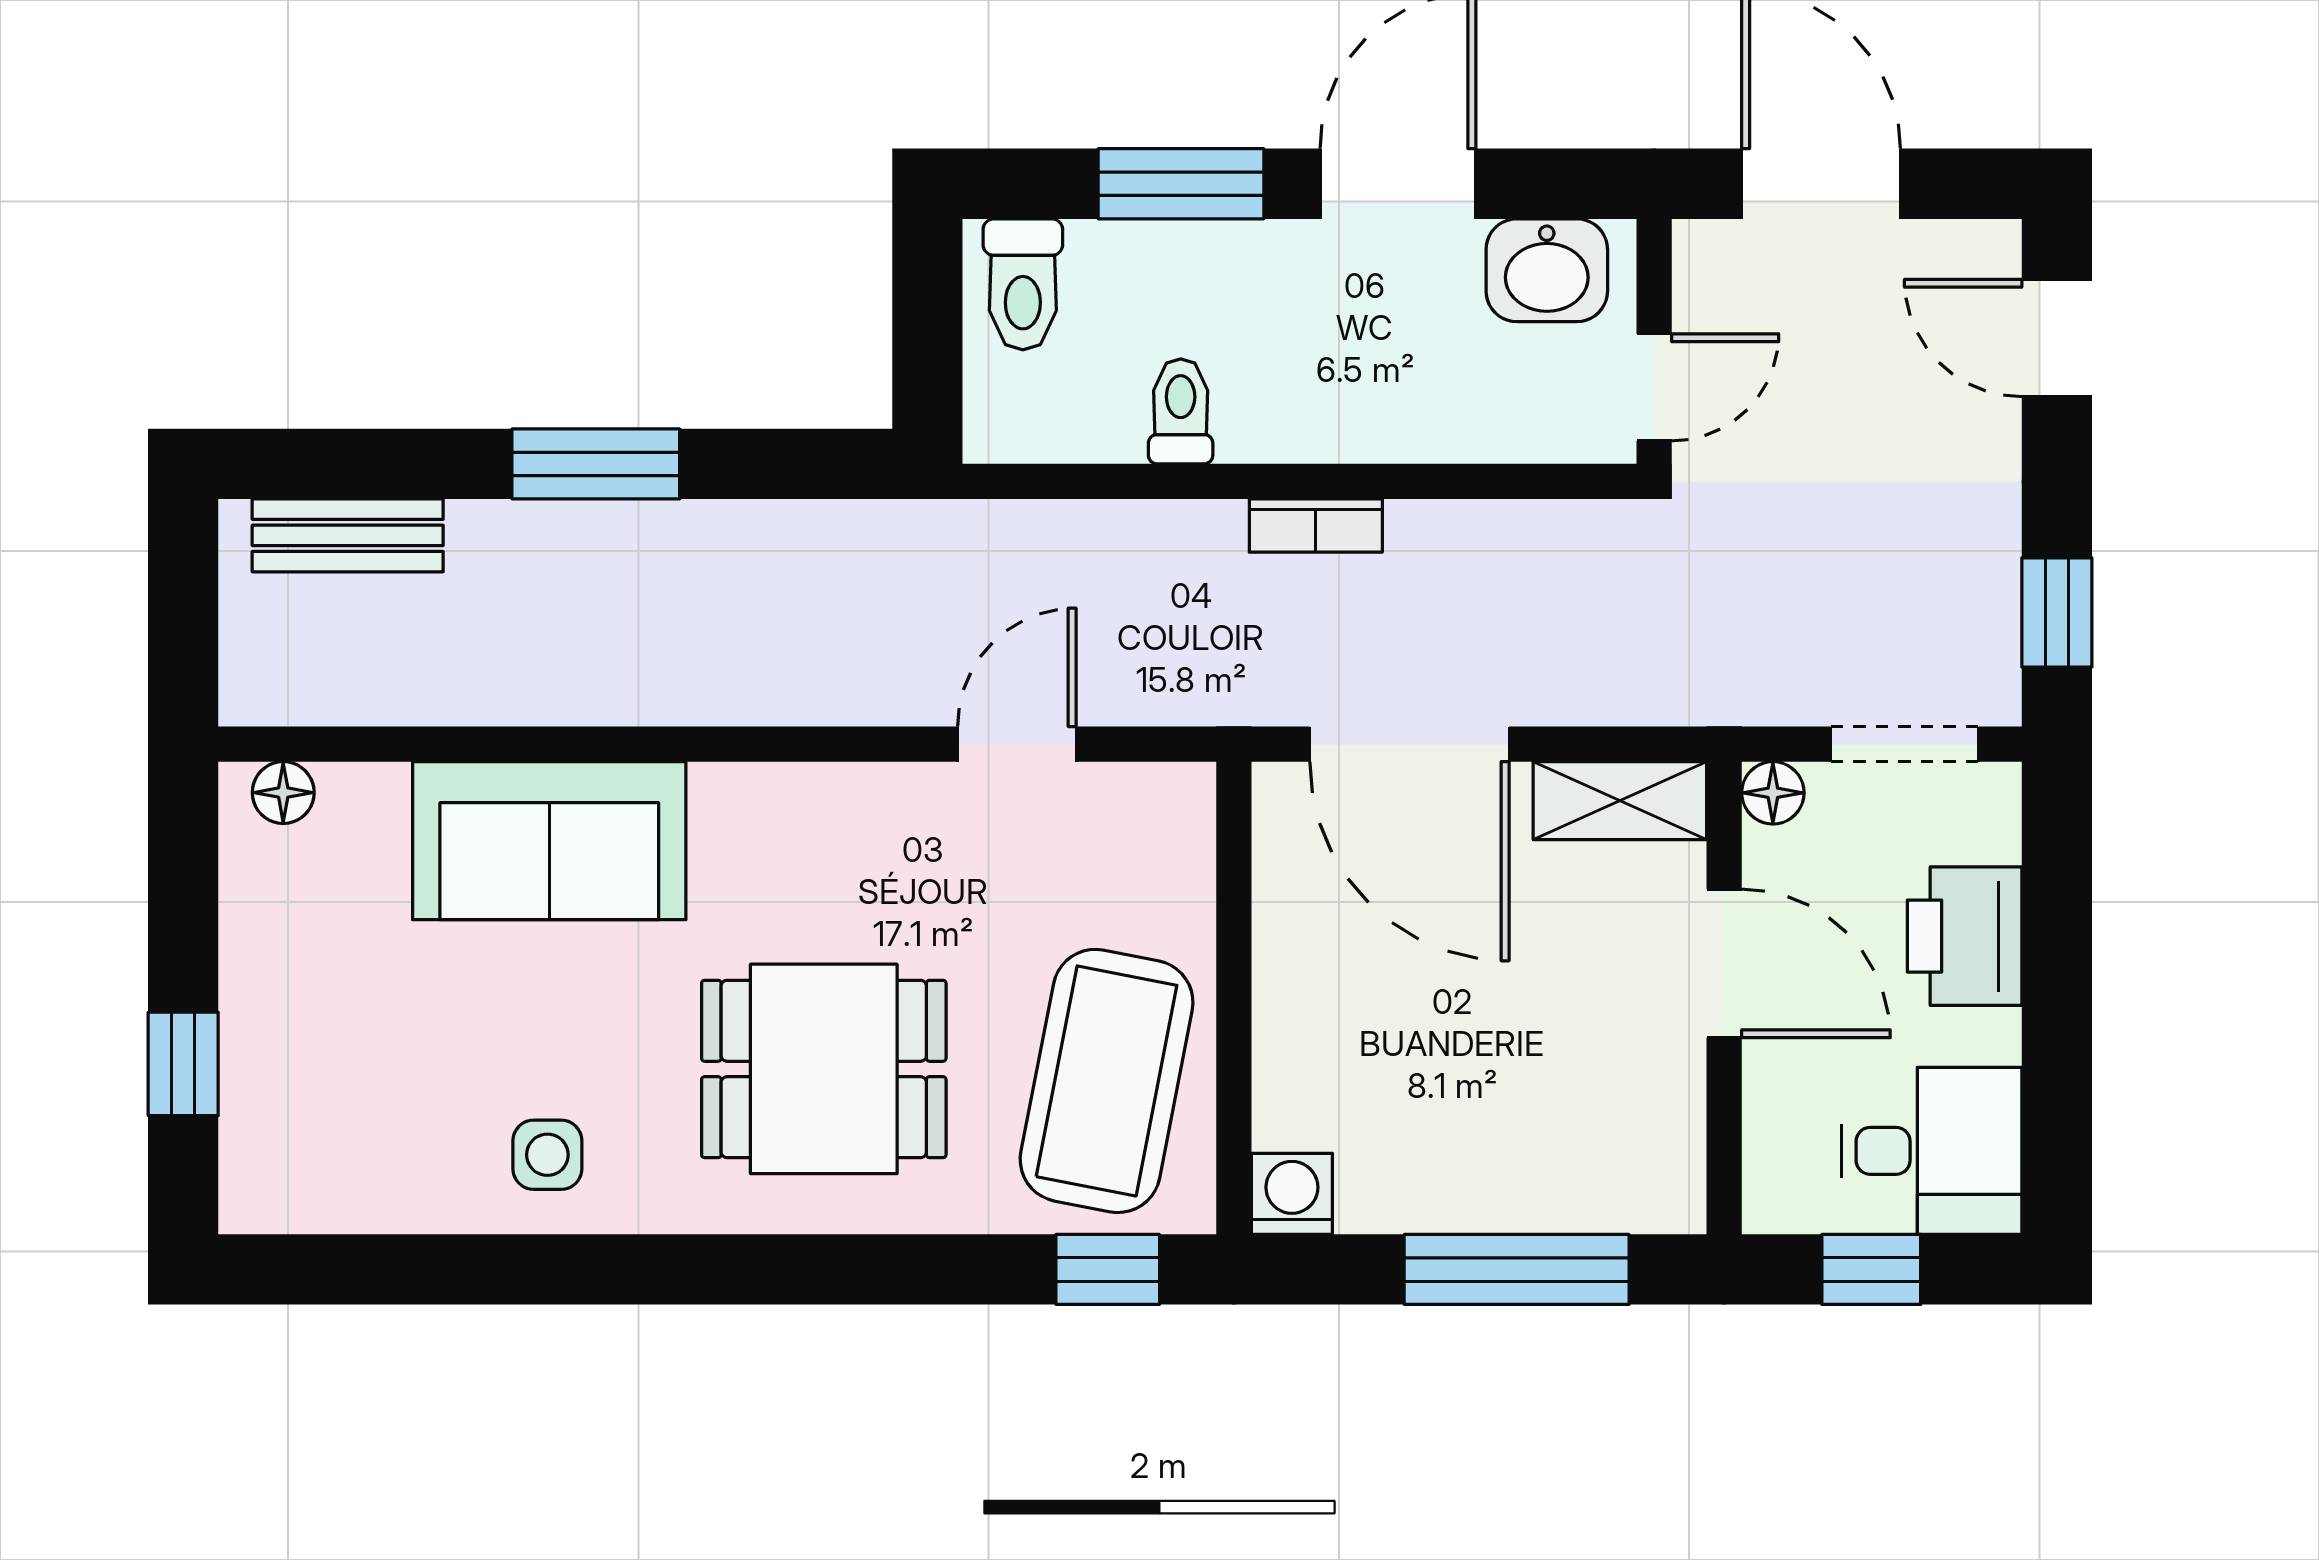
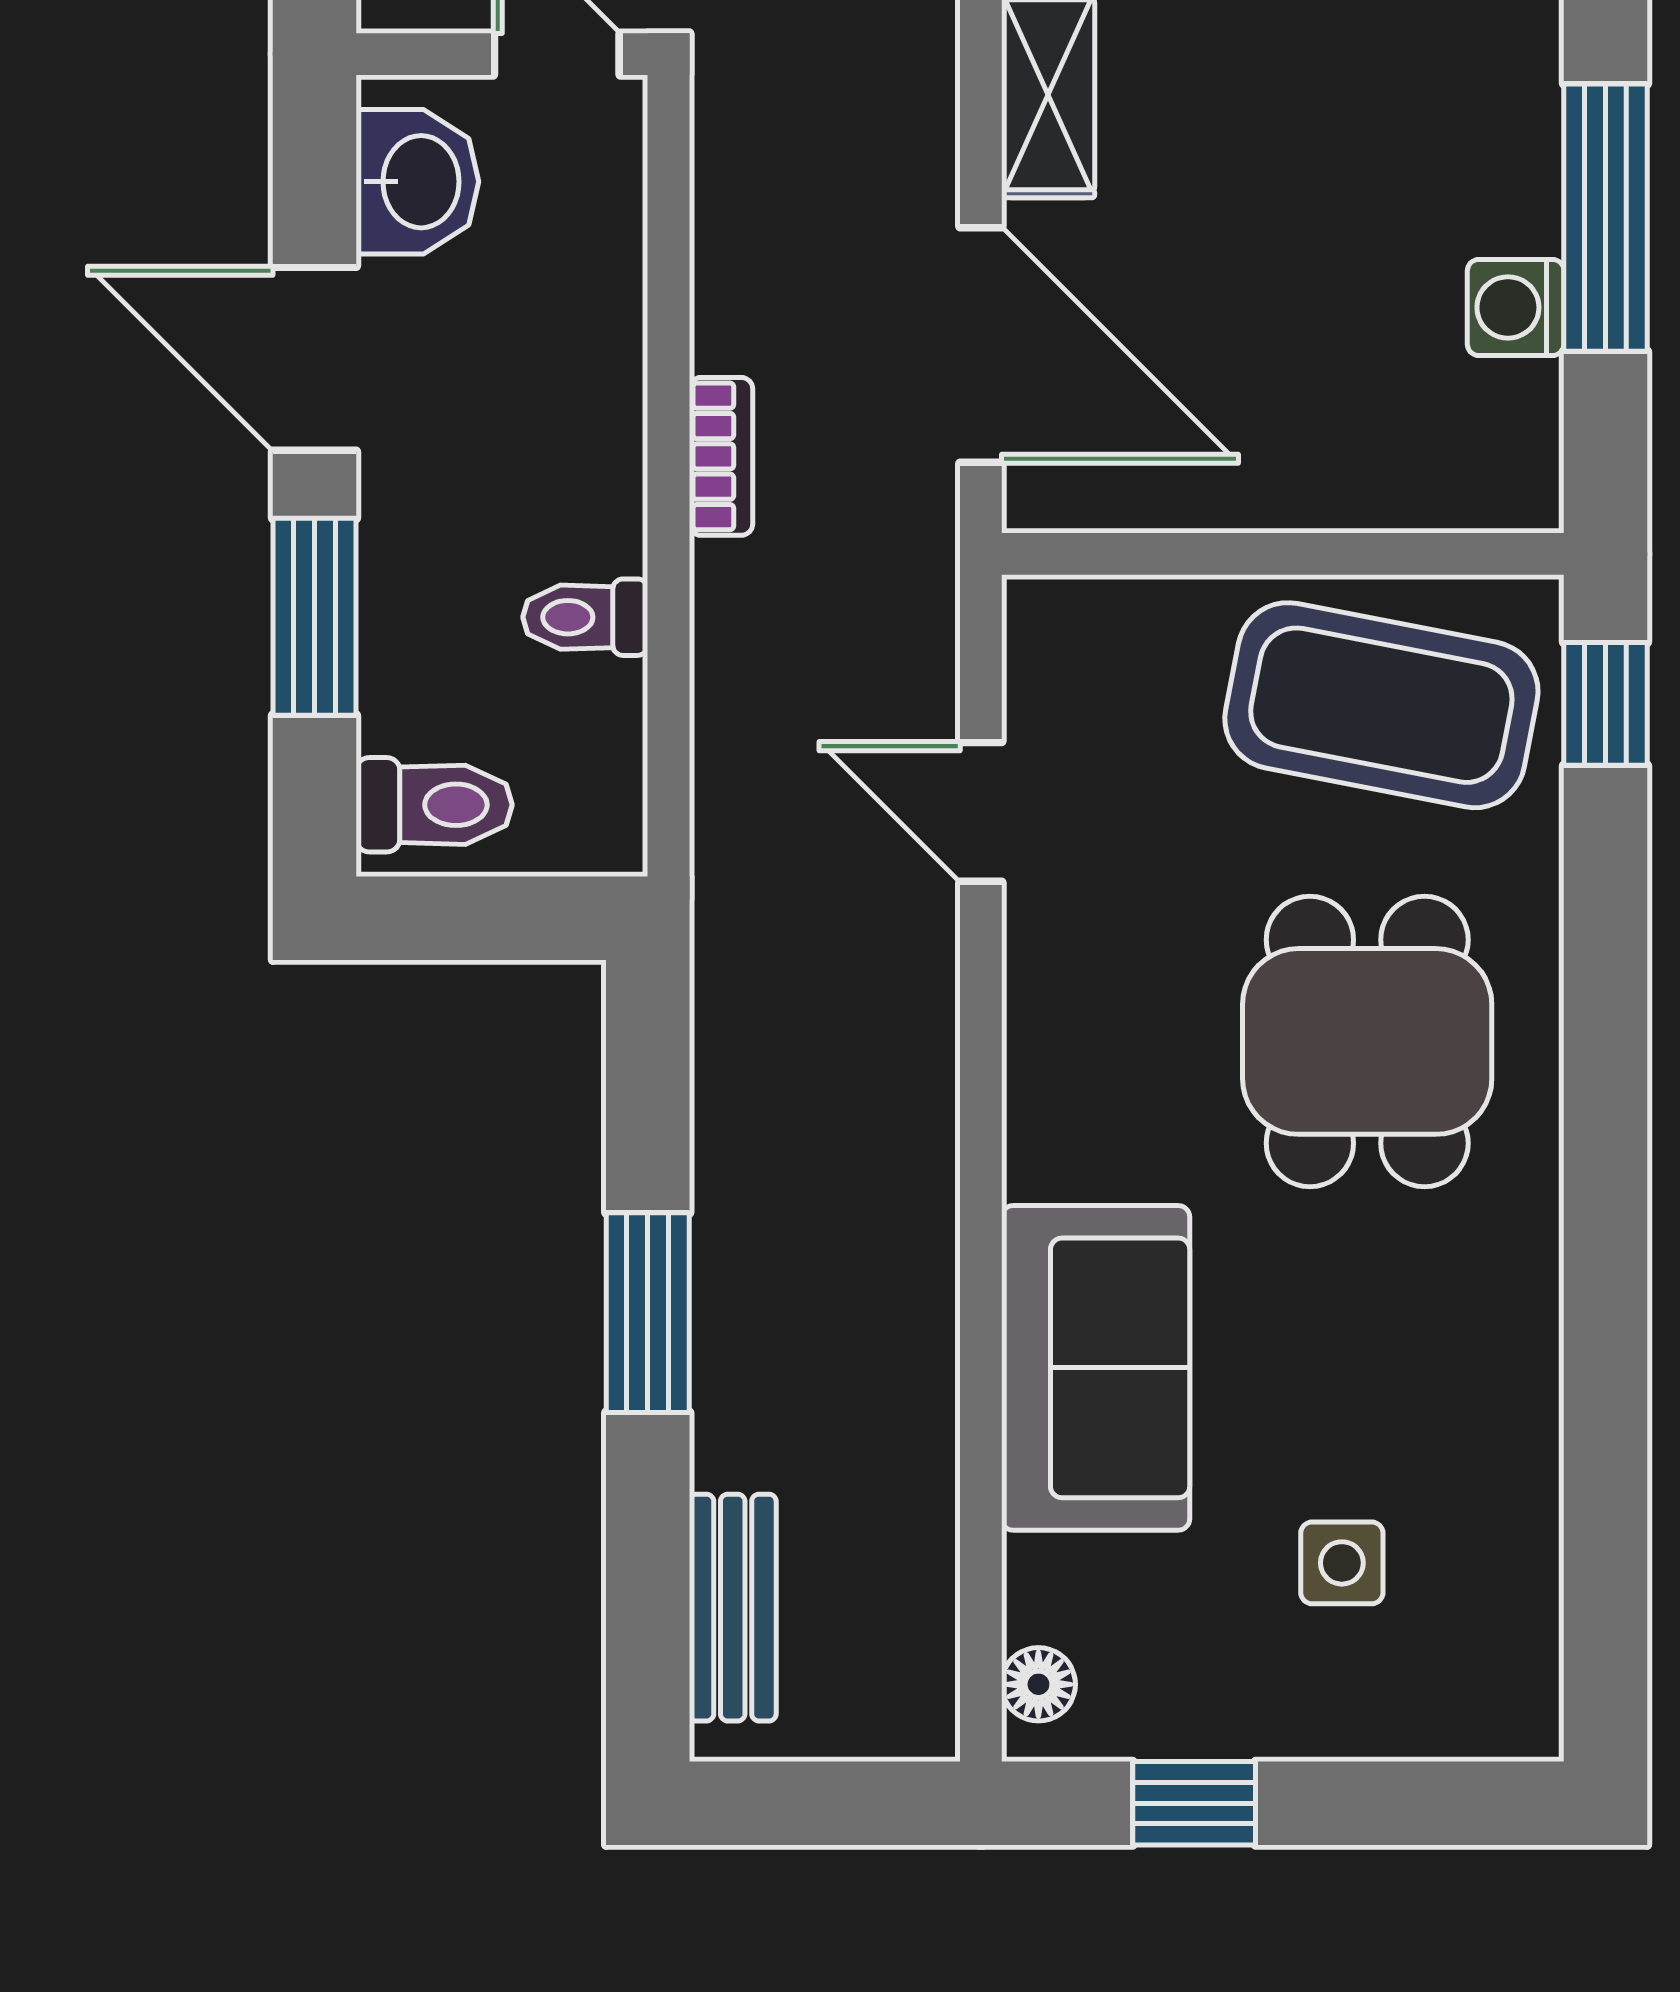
door: (1409, 744) -> (981, 345), hinge flipped
window: (183, 1064) -> (1194, 1803), moved
side table: (547, 1155) -> (1342, 1563), moved
washing machine: (1292, 1194) -> (1516, 307), moved

